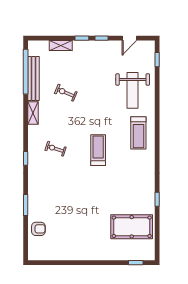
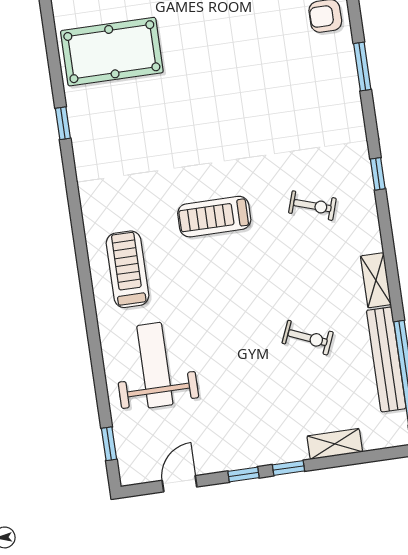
treadmill: (98, 150) -> (214, 217), turned 90

